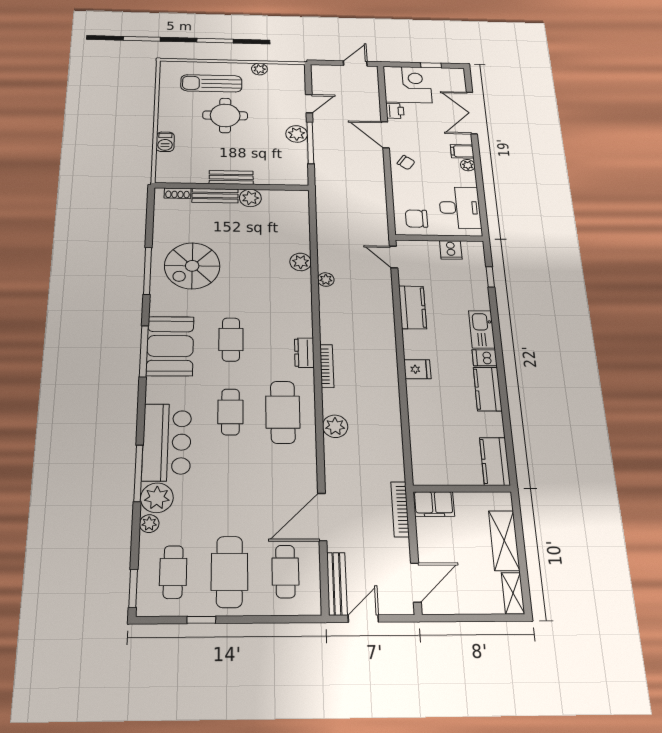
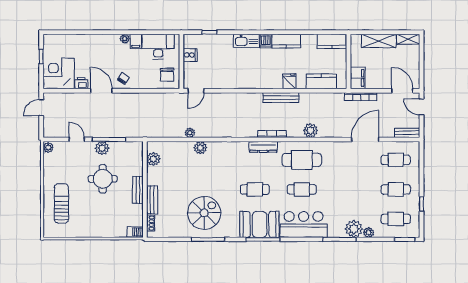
door: (355, 63) -> (41, 108), hinge flipped
plant: (259, 69) -> (48, 147), moved
sun lounger: (211, 83) -> (61, 203), turned 180
double door: (472, 113) -> (82, 32), removed
round table: (225, 115) -> (103, 179), moved
door: (385, 135) -> (101, 91), swing flipped
barbecue: (165, 142) -> (135, 232), moved
filing cabinet: (462, 151) -> (136, 41), moved
plant: (250, 198) -> (153, 159), moved
spiral stairs: (192, 266) -> (204, 213), turned -90
plant: (326, 280) -> (190, 133), moved
kitchen counter: (412, 307) -> (321, 81), moved
dresser: (304, 353) -> (263, 147), width x1.44
fridge: (417, 369) -> (289, 81), moved
bench: (390, 380) -> (281, 98), added
bar counter: (167, 442) -> (304, 225), moved
door: (322, 517) -> (365, 139), swing flipped
cafe table: (229, 572) -> (396, 189), width x0.73, depth x0.74
bench: (337, 584) -> (407, 133), width x0.73
door: (363, 619) -> (422, 107), moved

